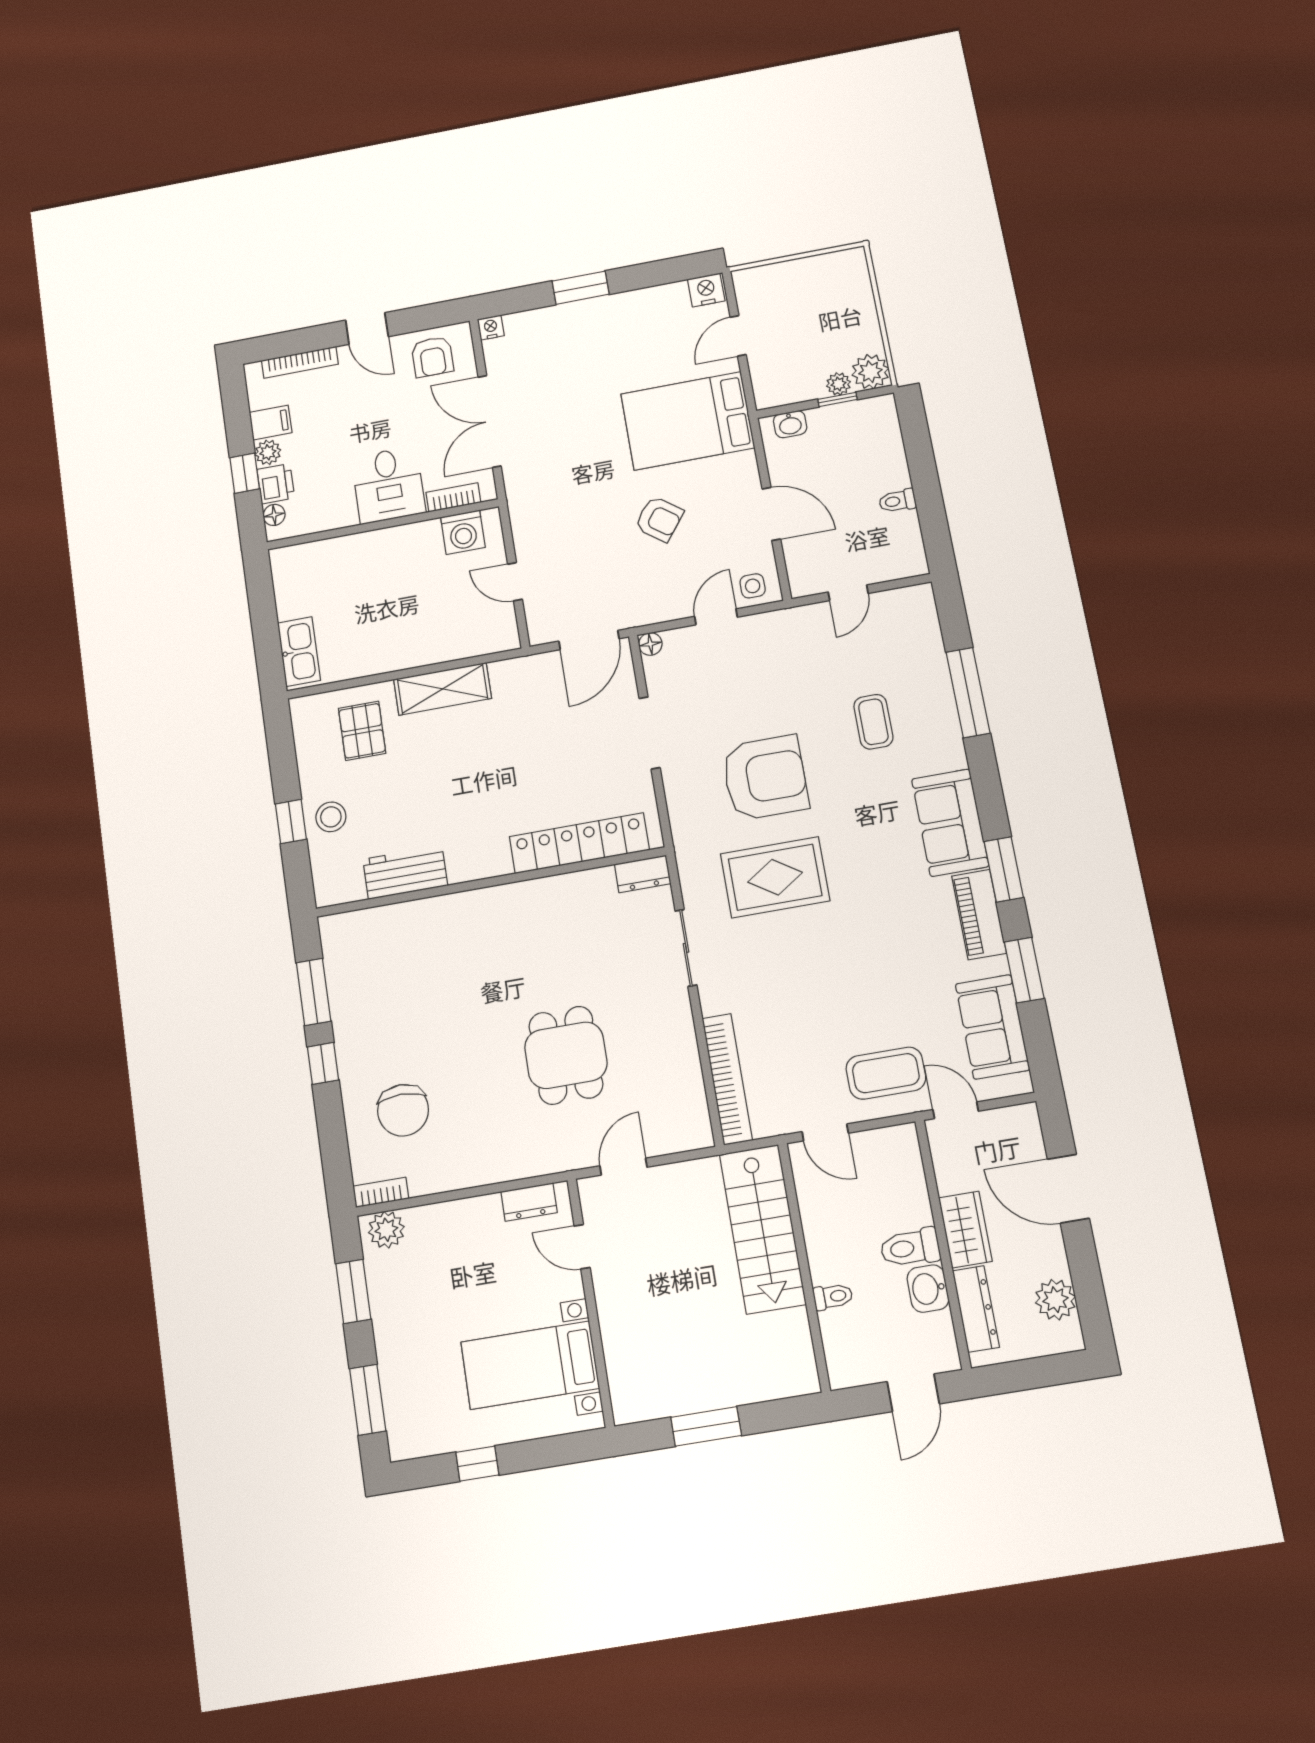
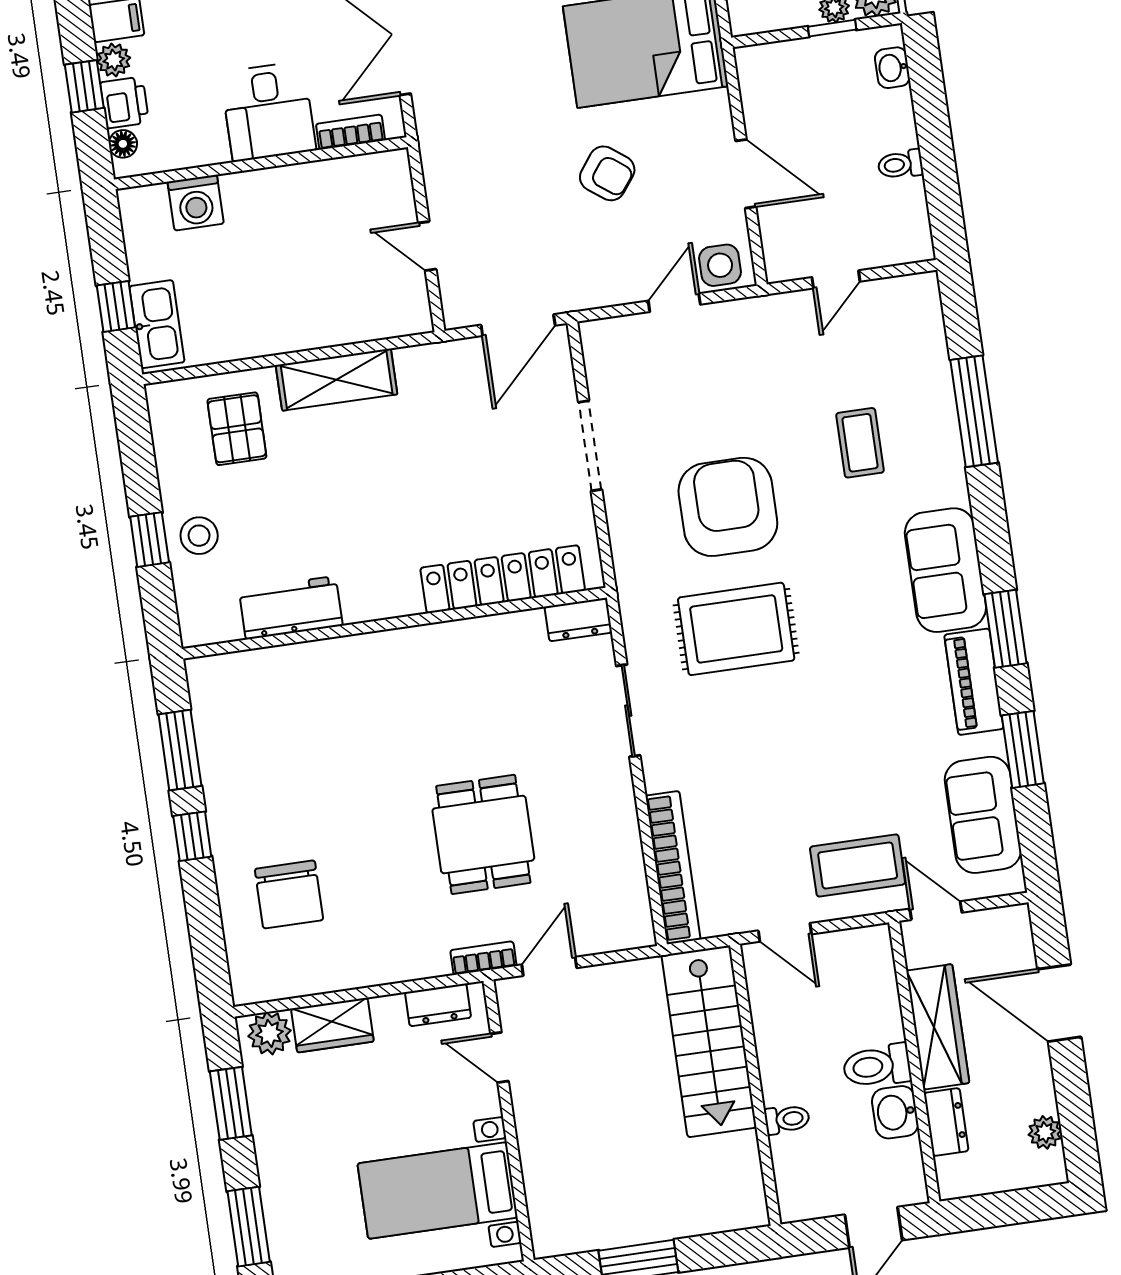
washbasin: (790, 424) -> (892, 68), moved, turned 90
washing machine: (463, 532) -> (196, 203), moved
side table: (753, 586) -> (720, 265), width x1.37, depth x1.37
window: (267, 639) -> (116, 306), added
floor lamp: (650, 644) -> (593, 334), removed
armchair: (765, 778) -> (728, 507), turned -90
bookcase: (381, 1192) -> (483, 958), moved
wardrobe: (439, 1221) -> (332, 1025), added
wardrobe: (965, 1229) -> (938, 1027), width x1.50
plant: (1055, 1300) -> (1045, 1132), width x0.73, depth x0.73
dresser: (976, 1309) -> (946, 1122), width x0.70

